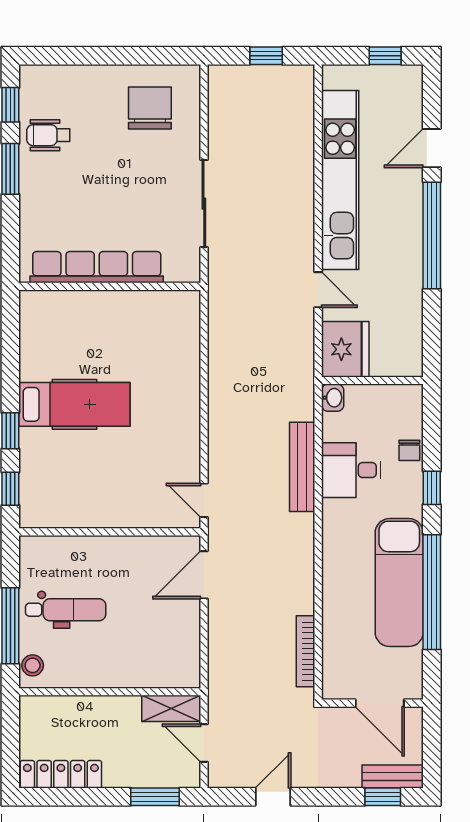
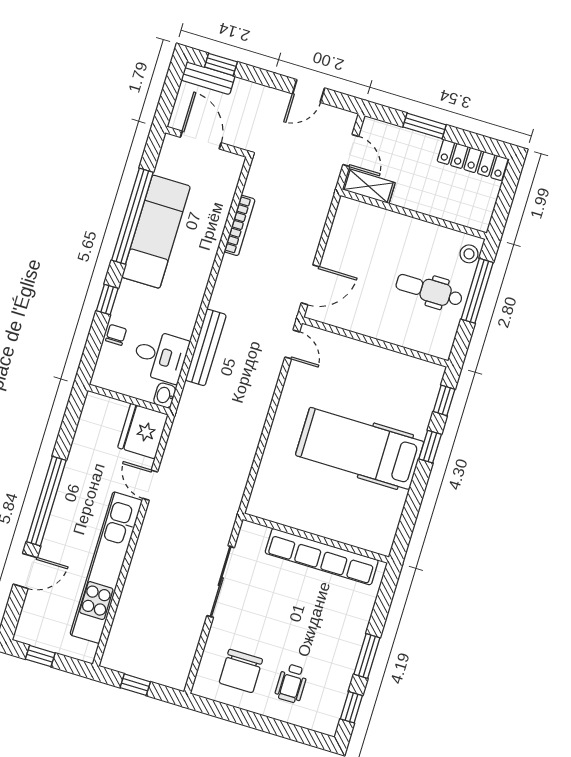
wheelchair: (48, 135) -> (291, 683), moved, turned 90
hospital bed: (74, 404) -> (360, 448), width x1.37, depth x1.29
desk: (351, 470) -> (160, 356), moved
bookcase: (306, 651) -> (240, 225), moved
window: (155, 797) -> (425, 126), moved

